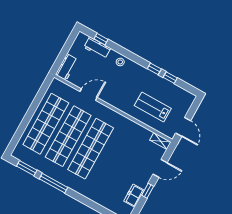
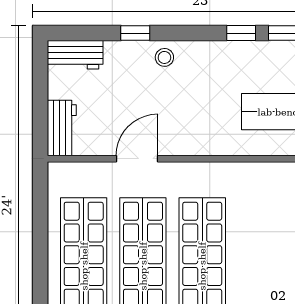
window: (101, 39) -> (135, 33), moved
workbench: (97, 48) -> (75, 55), moved

